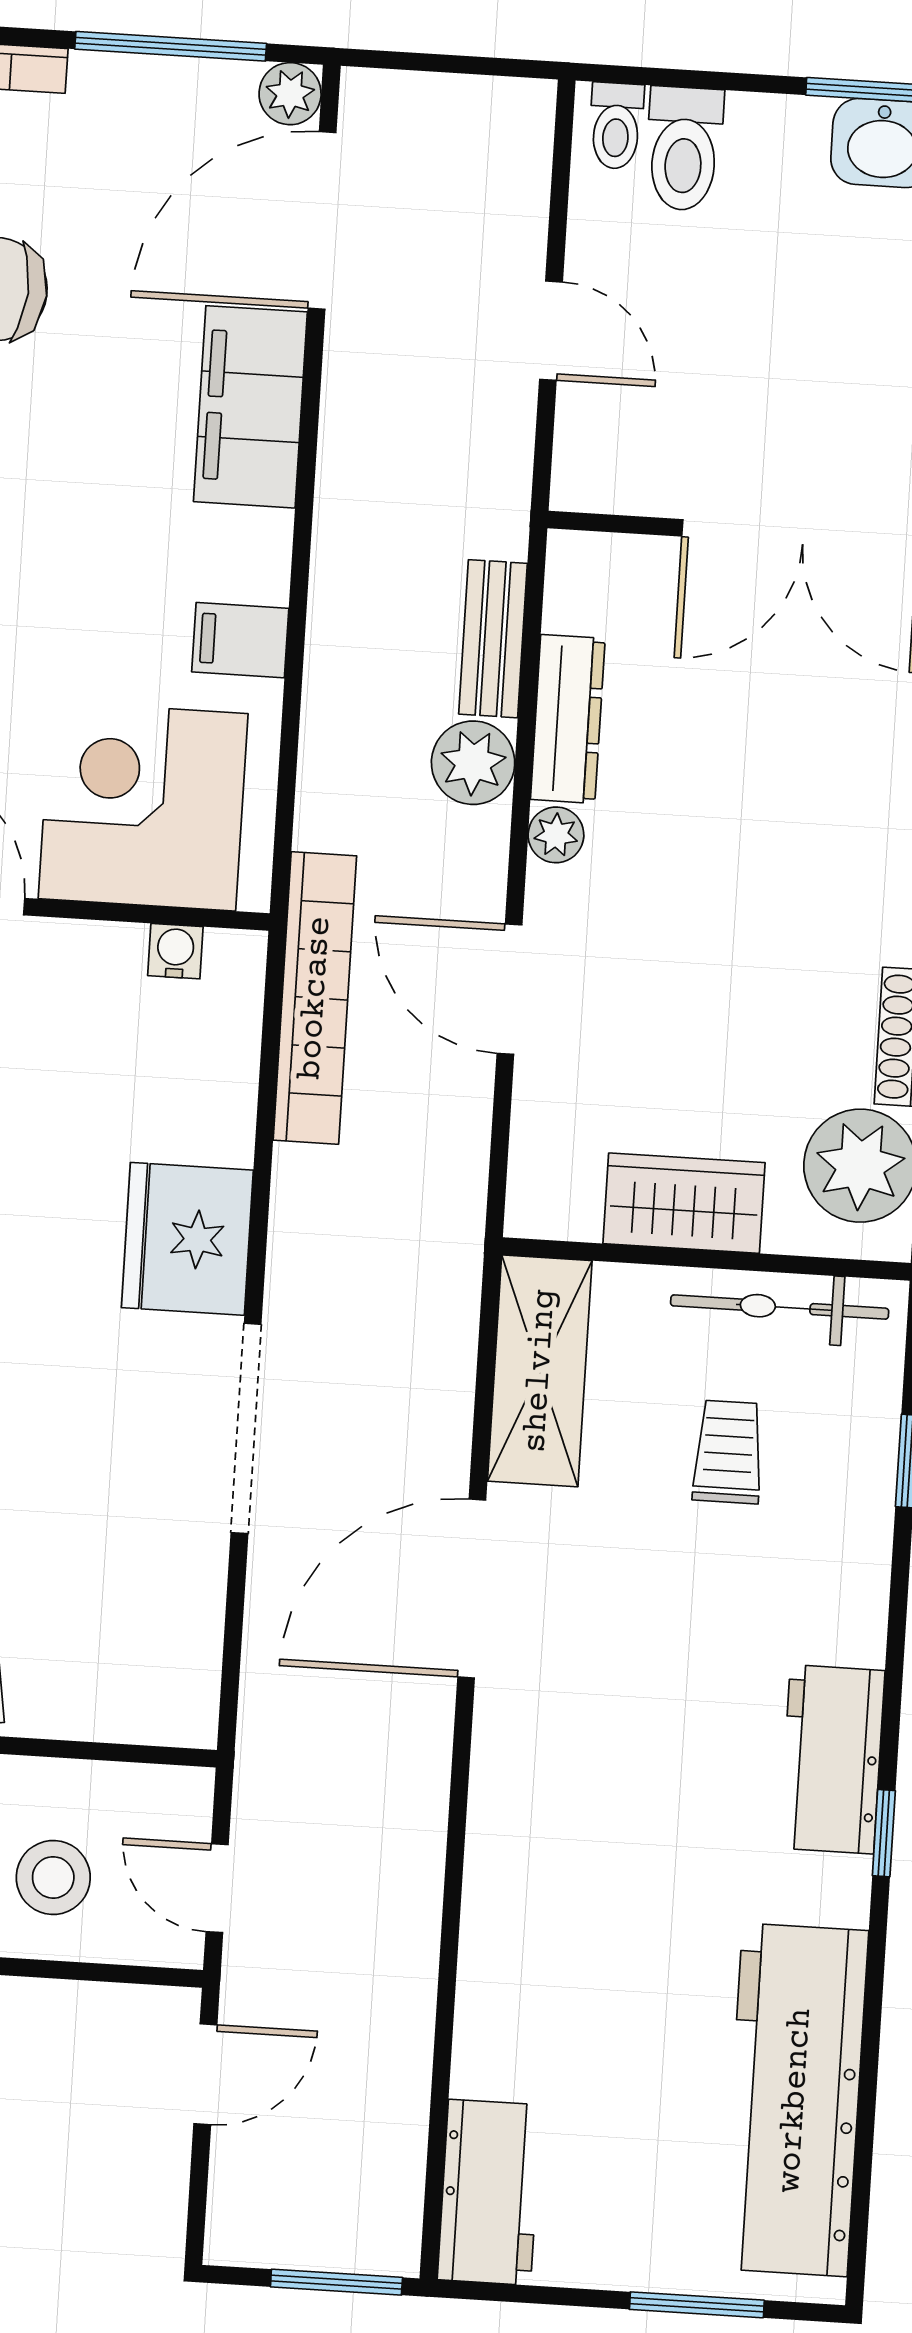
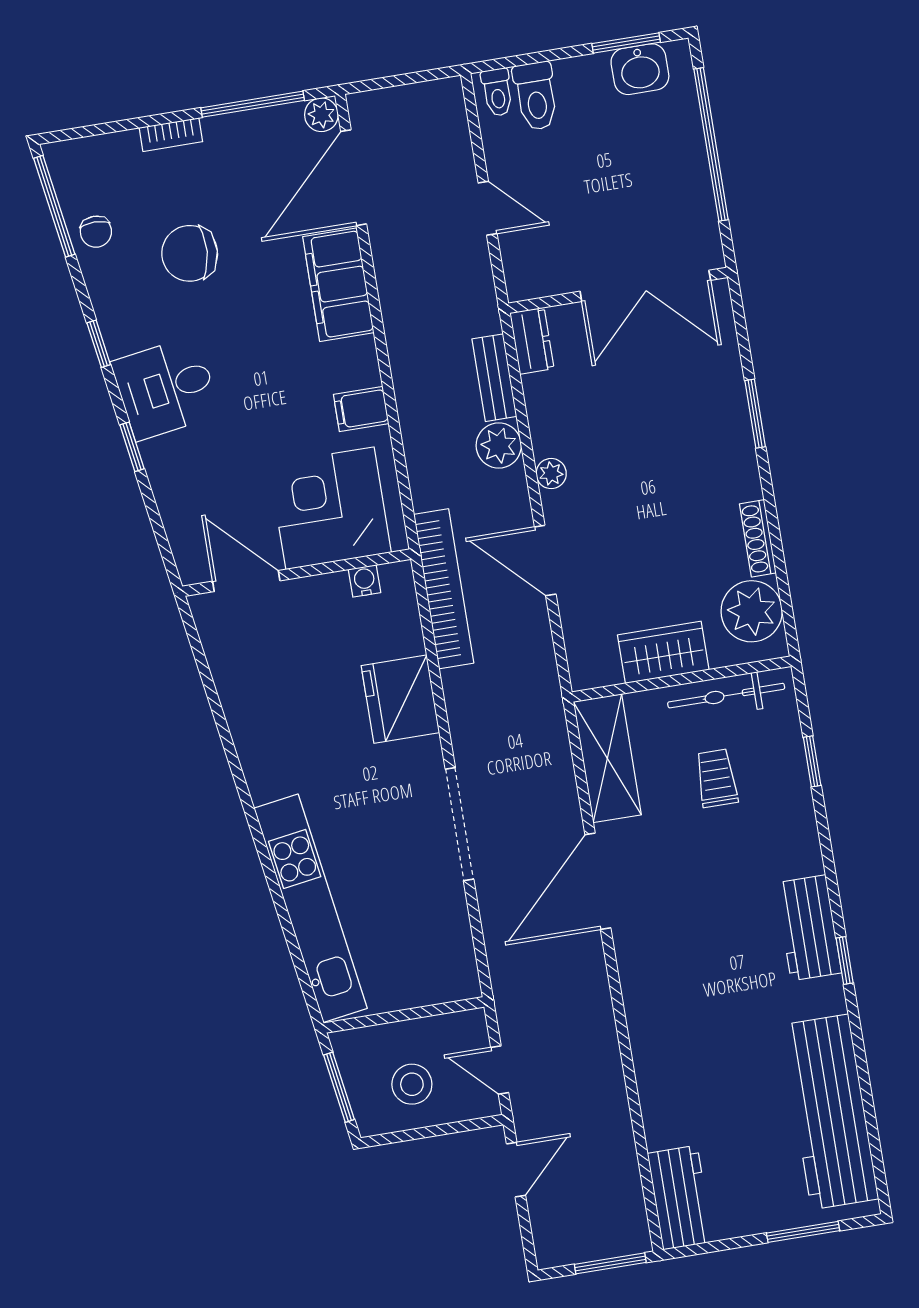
dresser: (568, 719) -> (532, 341), moved, width x0.70
fridge: (187, 1239) -> (400, 699), moved

